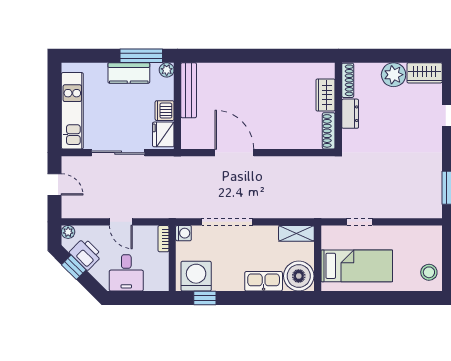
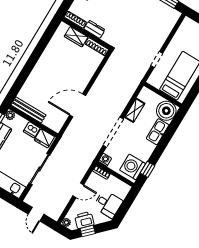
door: (55, 184) -> (36, 214), swing flipped
shelving: (296, 233) -> (135, 110), moved

